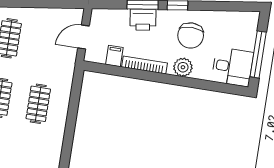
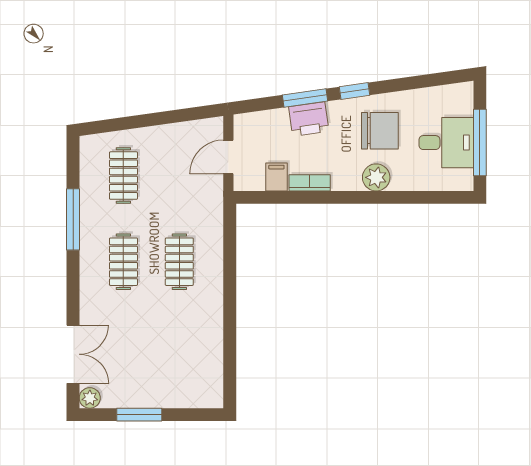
chair: (191, 35) -> (380, 131), turned -90
bookcase: (144, 65) -> (310, 183), width x0.64
desk: (232, 67) -> (446, 143), moved

